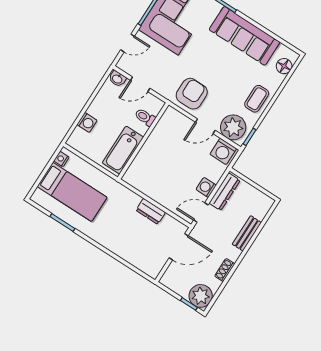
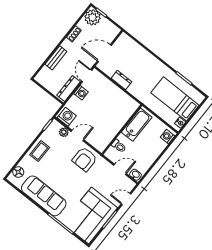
washing machine: (87, 122) -> (167, 137), moved
plant: (233, 127) -> (64, 132), width x0.53, depth x0.53
door: (201, 212) -> (87, 76), swing flipped

